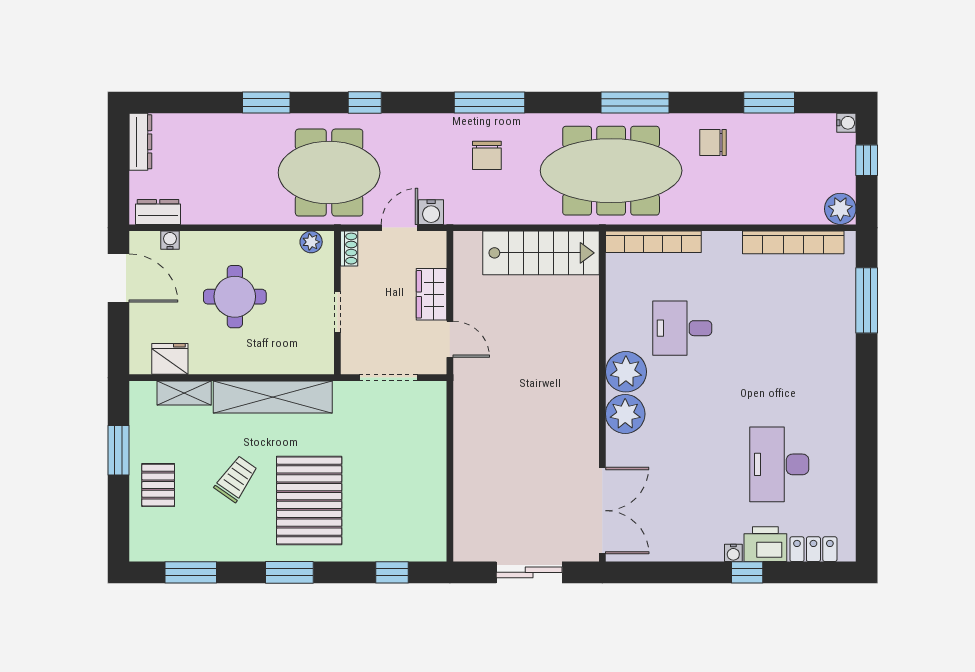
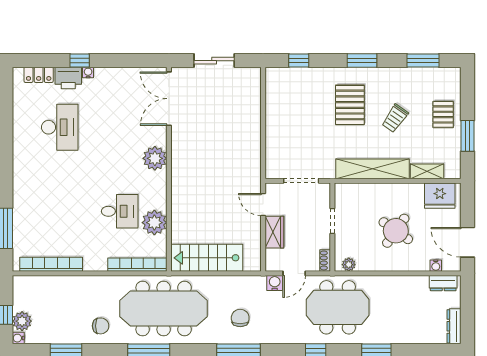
plant: (840, 209) -> (22, 321), moved
round table: (235, 297) -> (396, 231), turned 35
fridge: (170, 359) -> (440, 196), width x1.36, depth x1.34
plant: (626, 372) -> (154, 223), moved
pallet: (309, 500) -> (350, 105), width x0.73, depth x0.71

